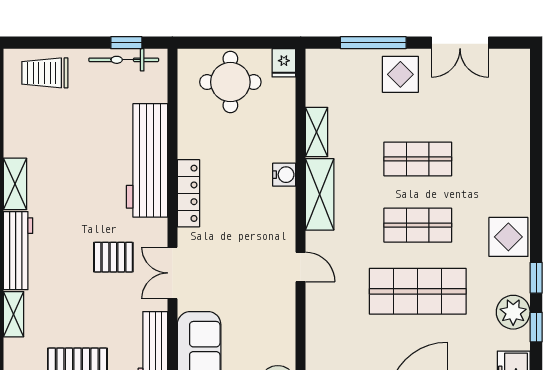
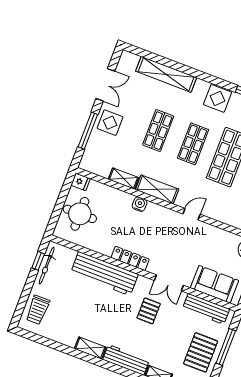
shelving: (516, 137) -> (166, 74), added

